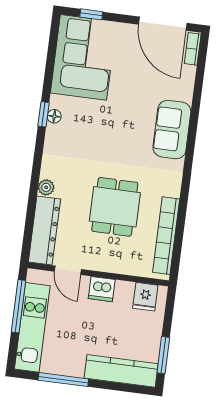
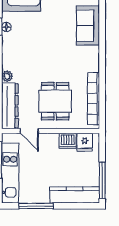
dining table: (115, 207) -> (55, 101), moved
dishwasher: (102, 289) -> (68, 141), moved
window: (163, 355) -> (102, 180), width x1.44

